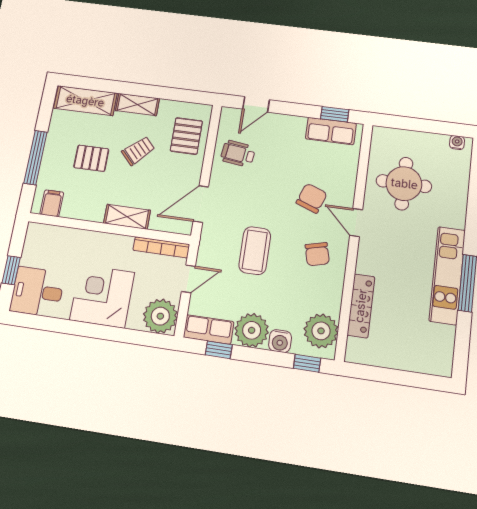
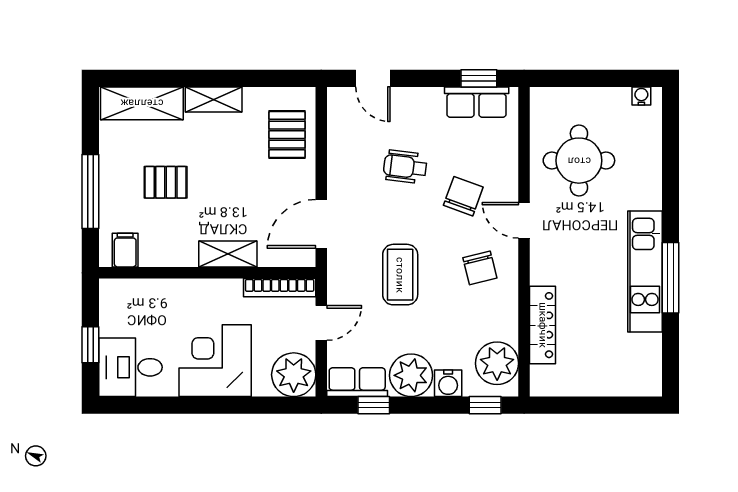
door: (256, 104) -> (373, 78), hinge flipped
trolley: (138, 151) -> (226, 164), removed
wheelchair: (238, 154) -> (405, 167), moved

